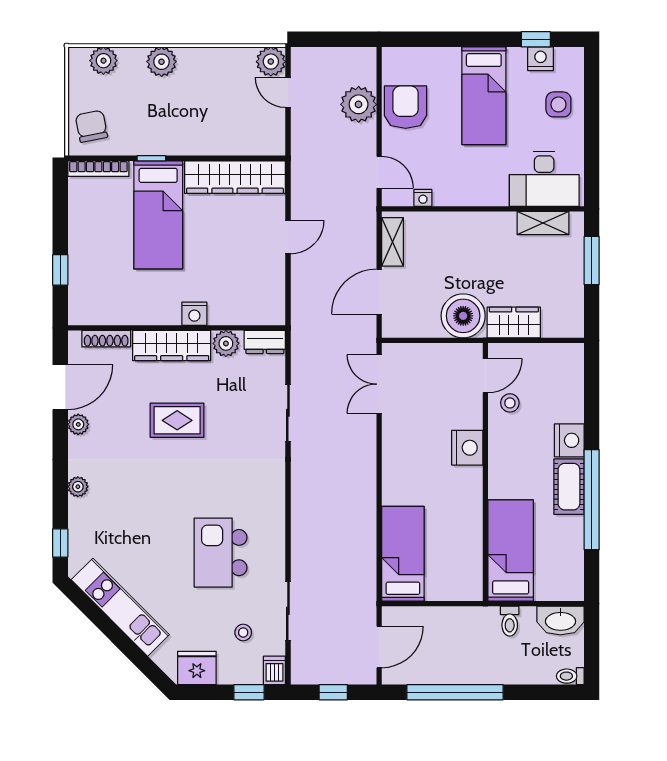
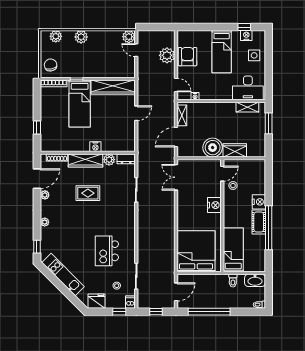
bed: (403, 554) -> (196, 251), width x2.04

